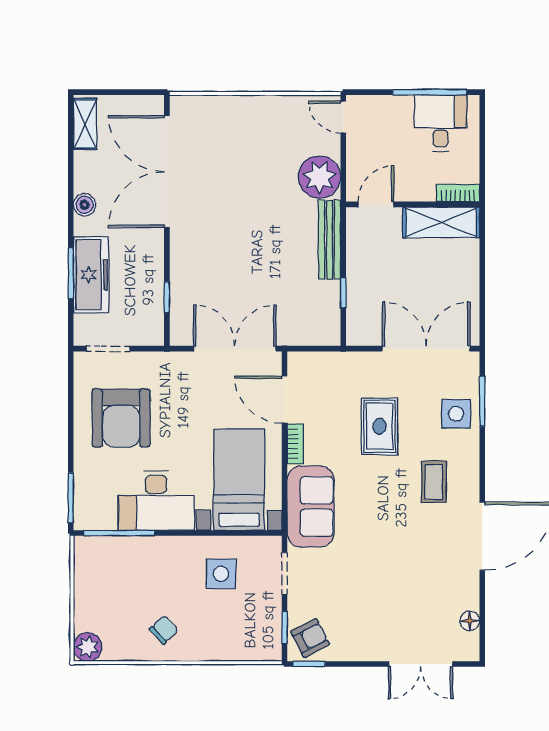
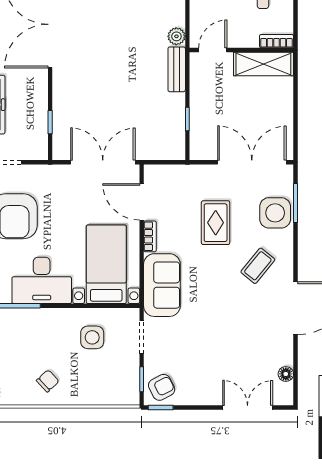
plant: (319, 177) -> (176, 36), width x0.53, depth x0.53
bench: (330, 240) -> (177, 69), width x0.73
side table: (456, 414) -> (275, 213), width x1.37, depth x1.37
coffee table: (434, 482) -> (258, 266), turned 39
double door: (421, 664) -> (248, 408), swing flipped

